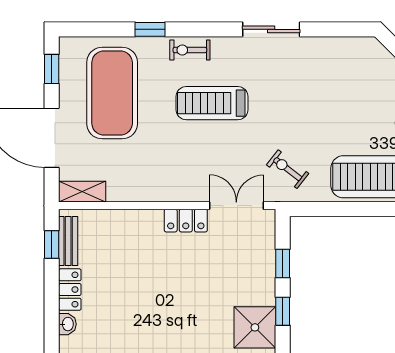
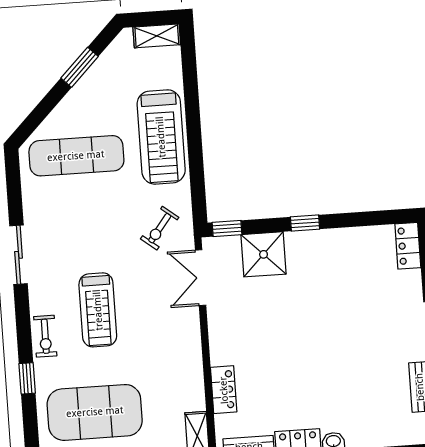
exercise mat: (364, 93) -> (76, 156), added
locker: (186, 221) -> (224, 390), moved
window: (283, 264) -> (227, 228), moved
shower: (255, 327) -> (264, 254), moved

